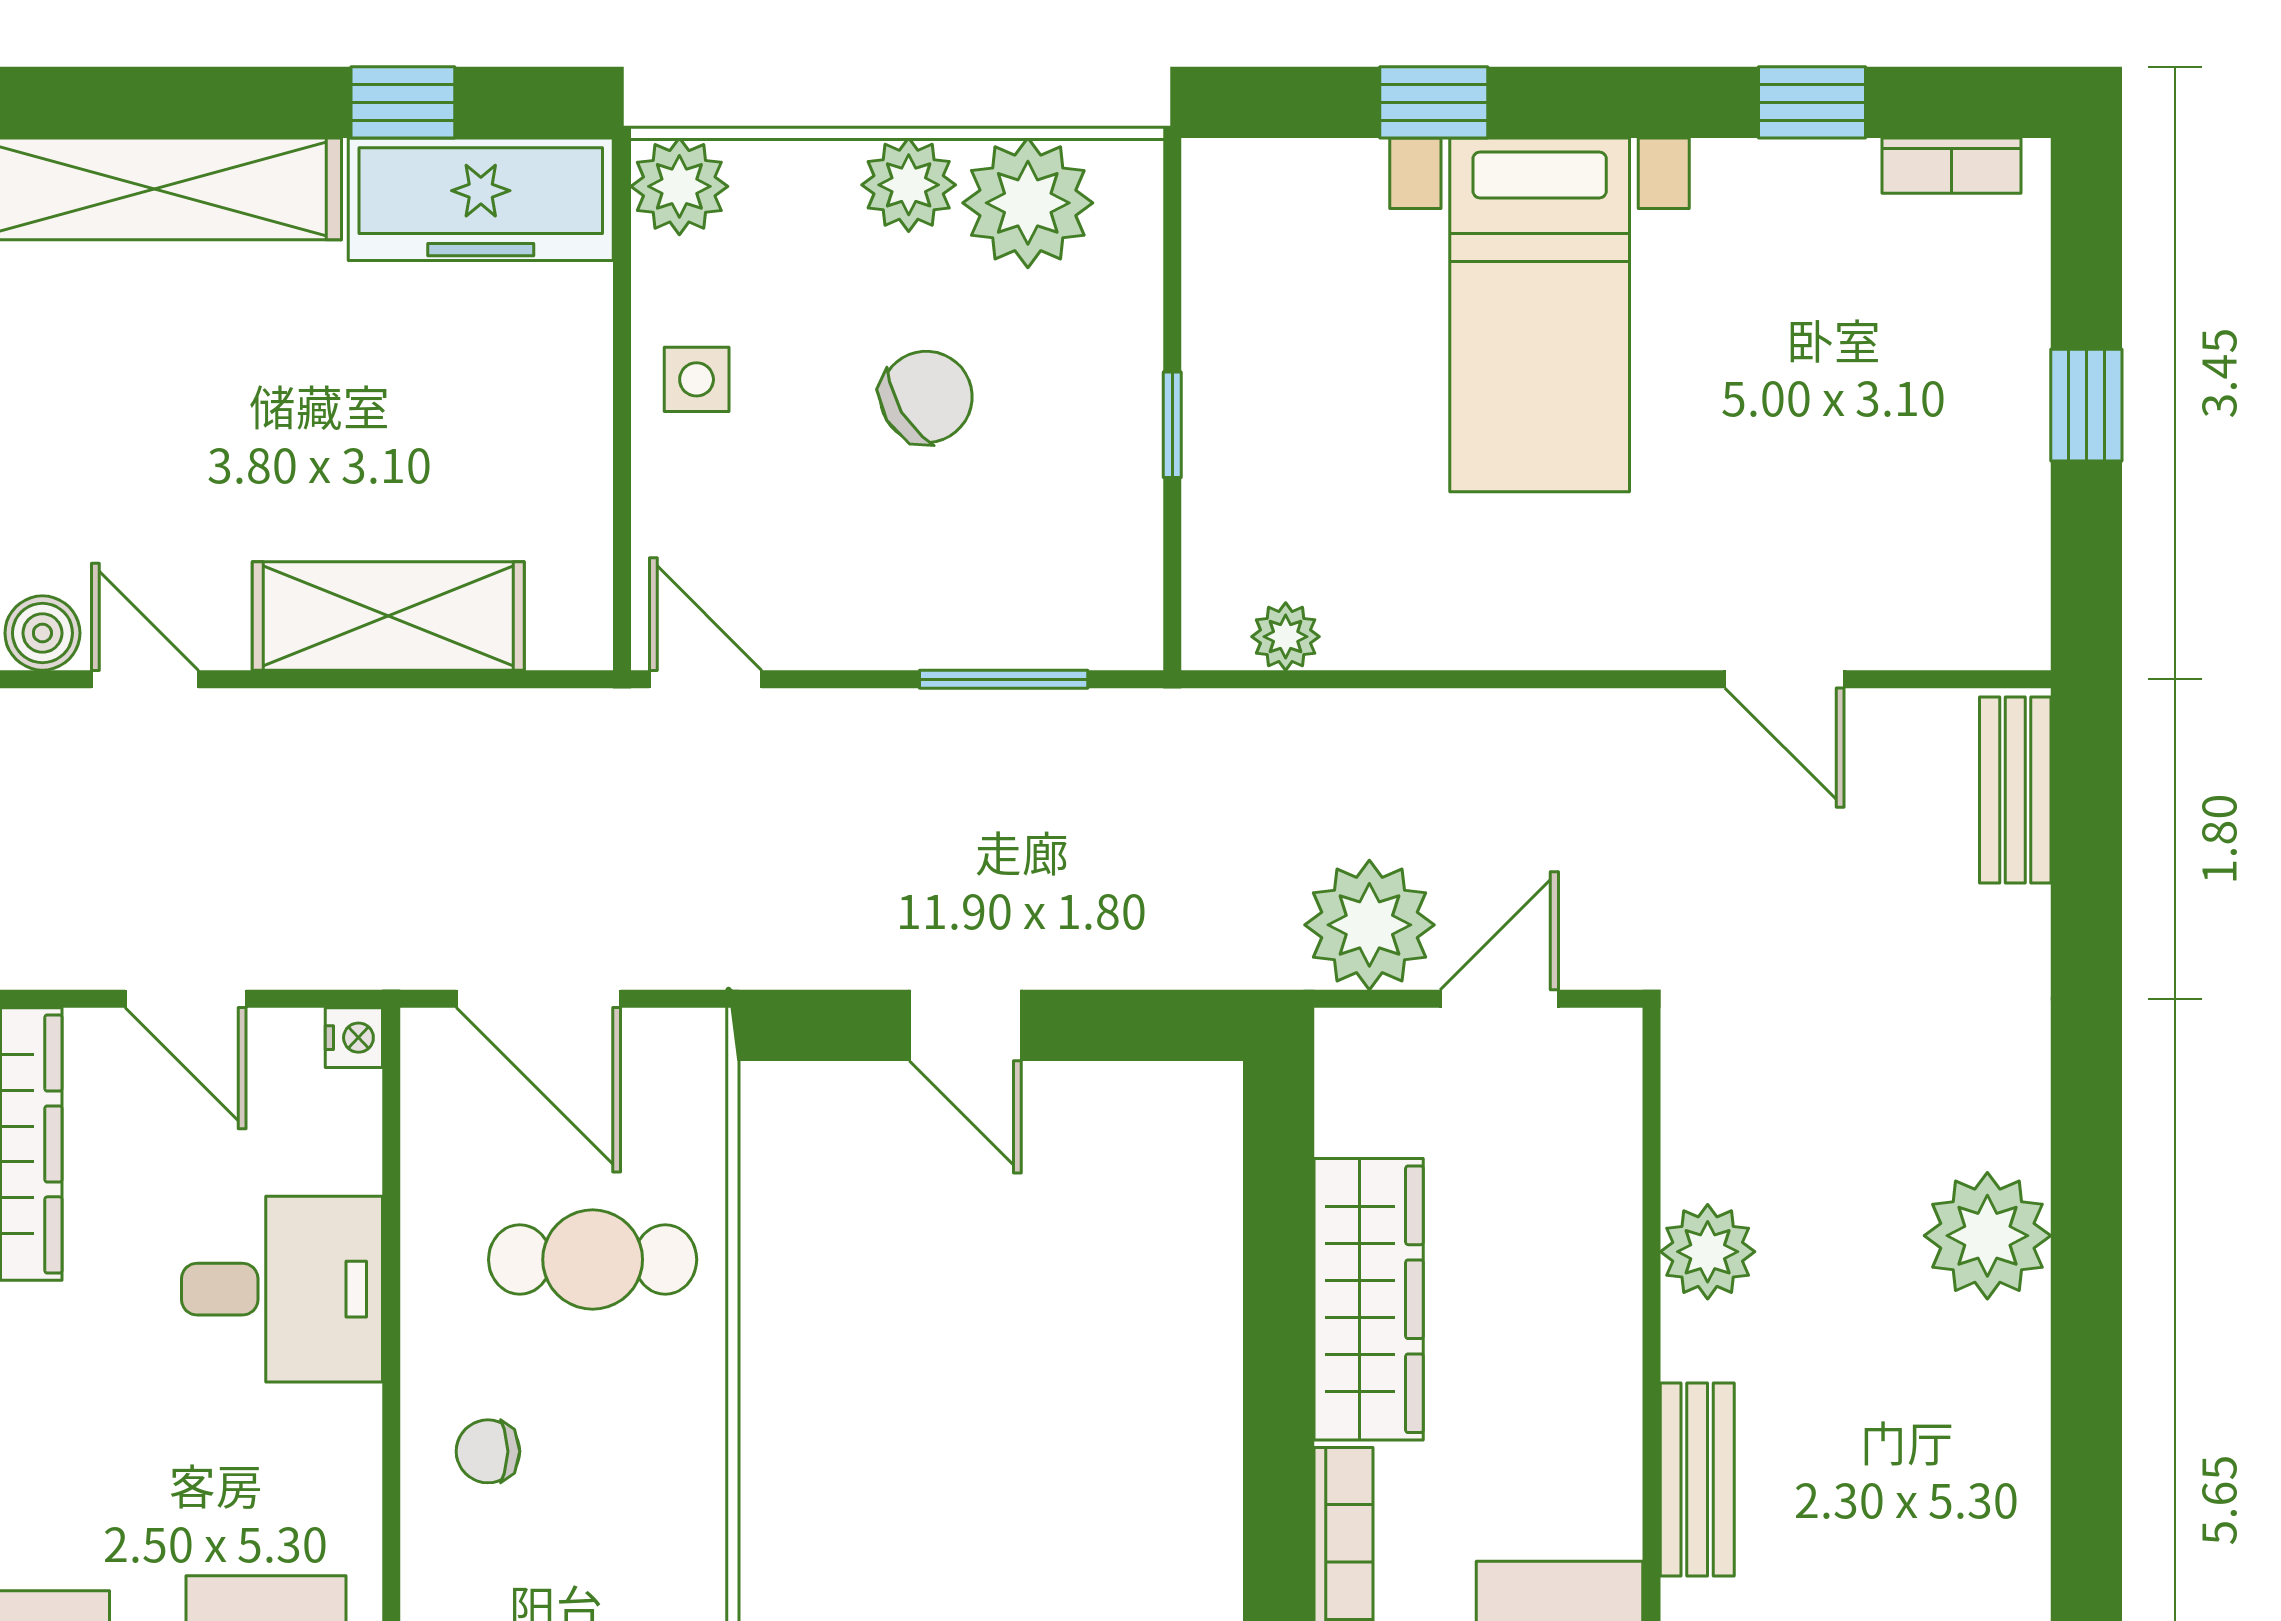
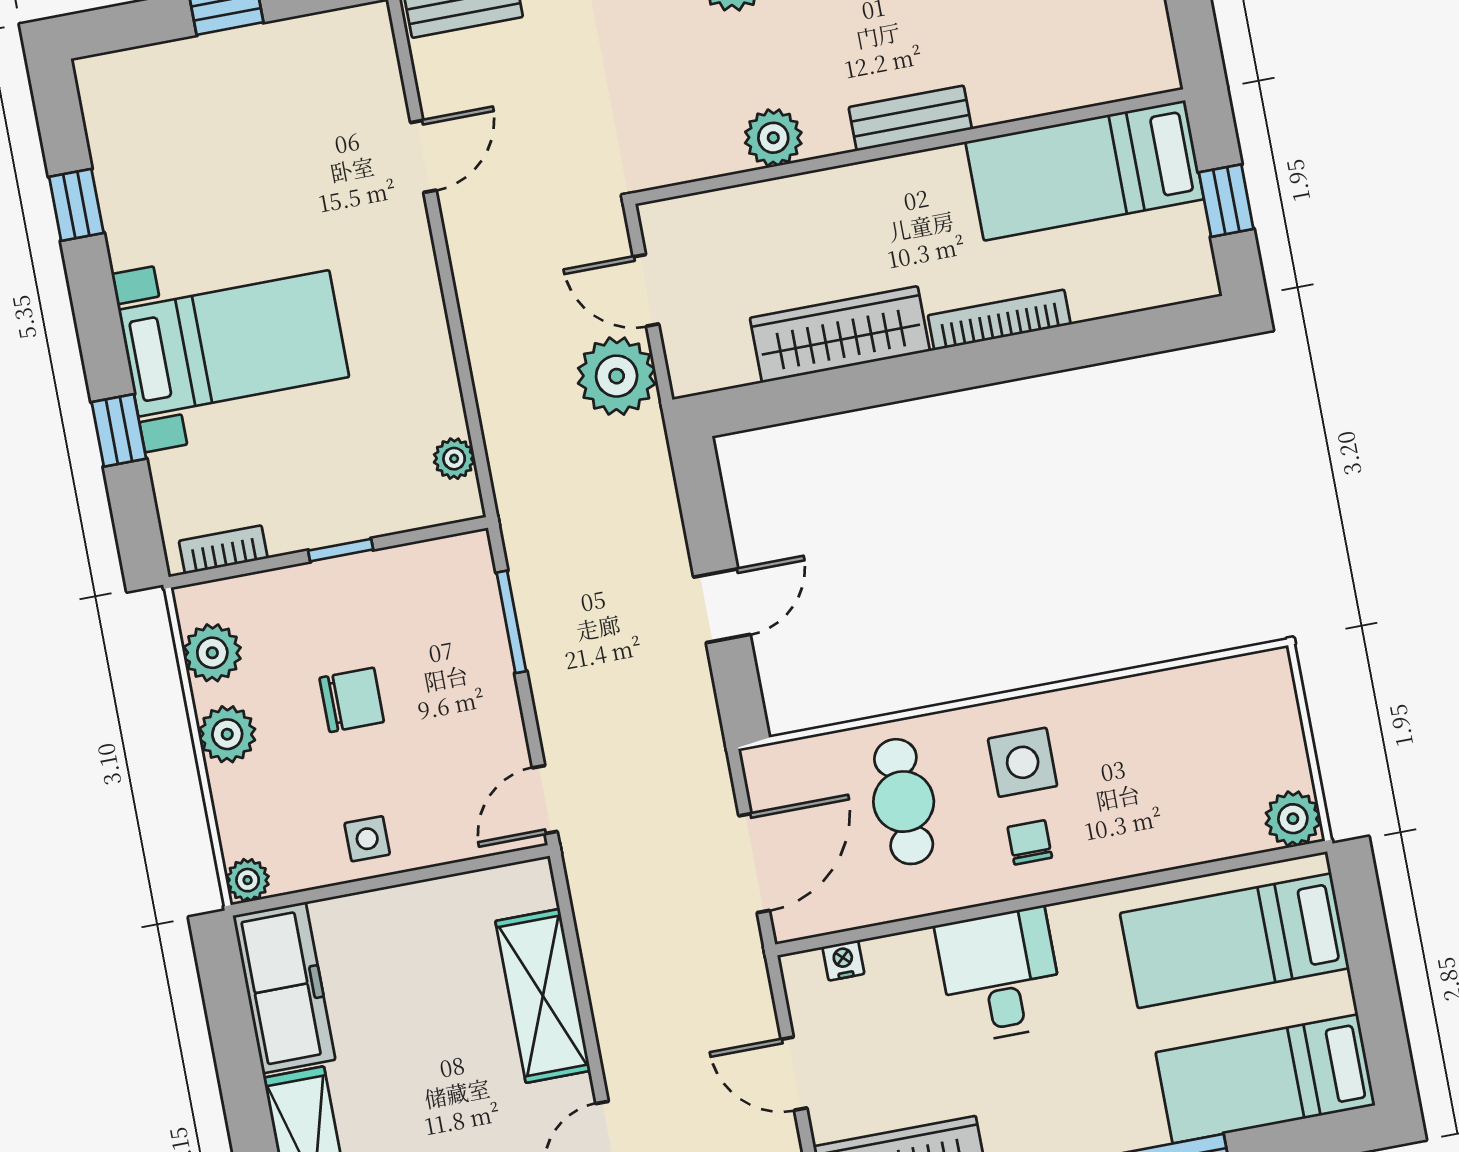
window: (403, 102) -> (235, 1045), removed
bookcase: (1952, 166) -> (223, 550), moved, turned -90
plant: (679, 186) -> (248, 880), width x0.73, depth x0.73
plant: (1028, 203) -> (212, 653), width x0.73, depth x0.73
chair: (926, 397) -> (352, 700), turned 121
door: (186, 999) -> (794, 1074), swing flipped
nightstand: (354, 1038) -> (843, 960), moved
desk: (282, 1289) -> (1000, 975), moved
chair: (488, 1451) -> (1030, 842), turned 180
side table: (620, 1464) -> (1023, 762), added

